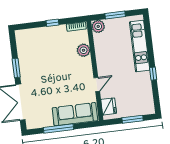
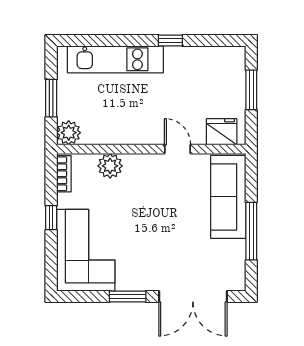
corner sofa: (38, 43) -> (86, 250), added

